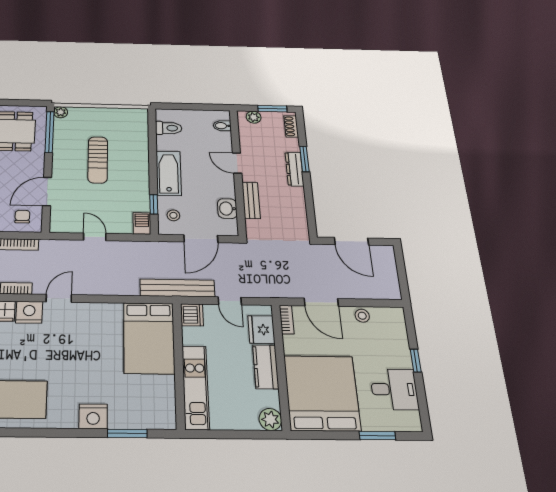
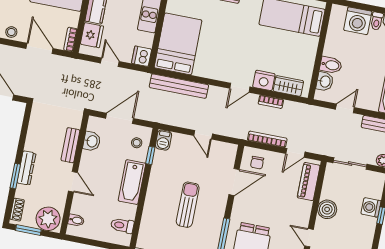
plant: (254, 117) -> (48, 219), width x1.87, depth x1.87
bench: (177, 288) -> (179, 86), moved

